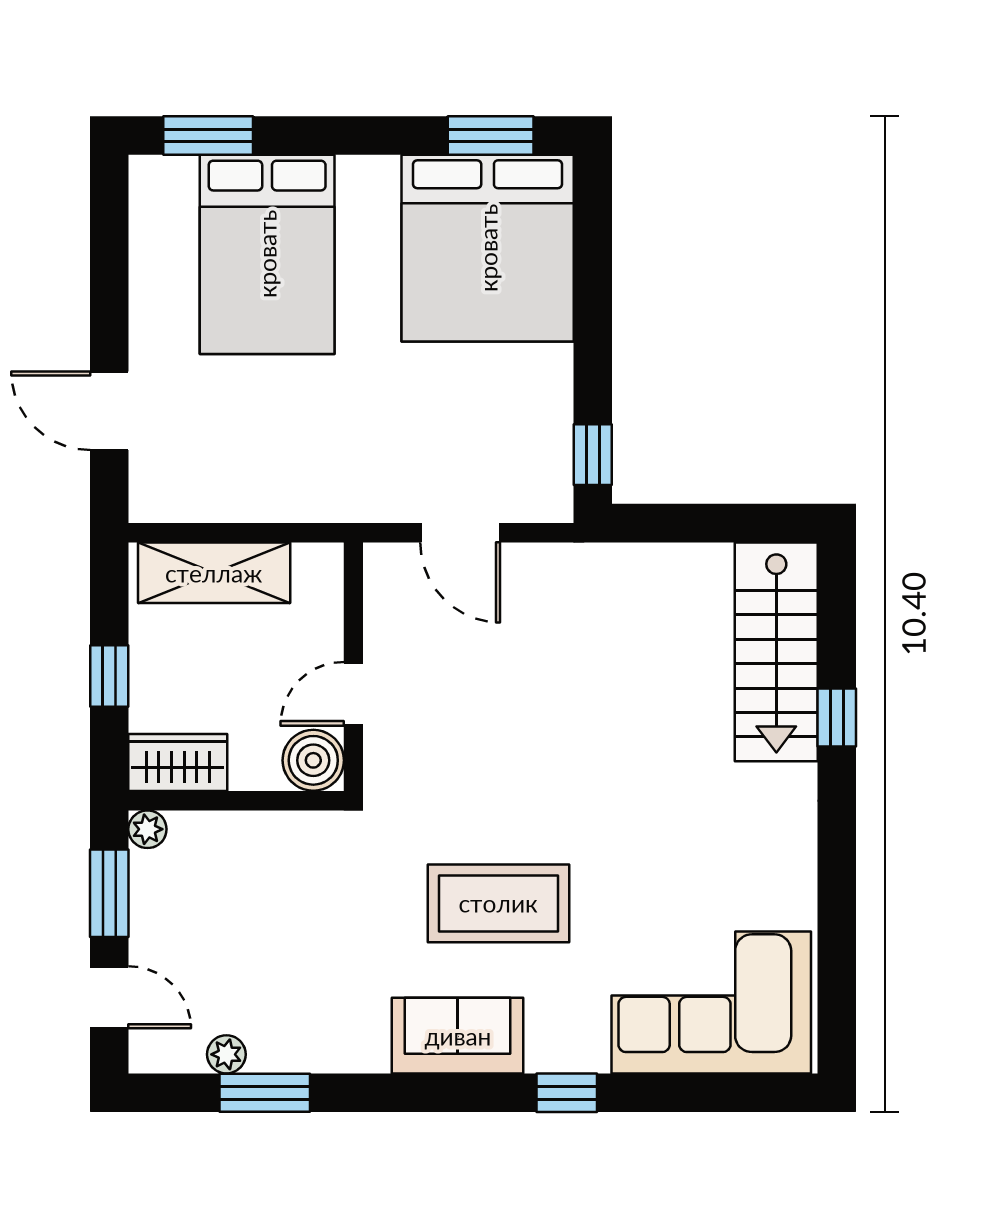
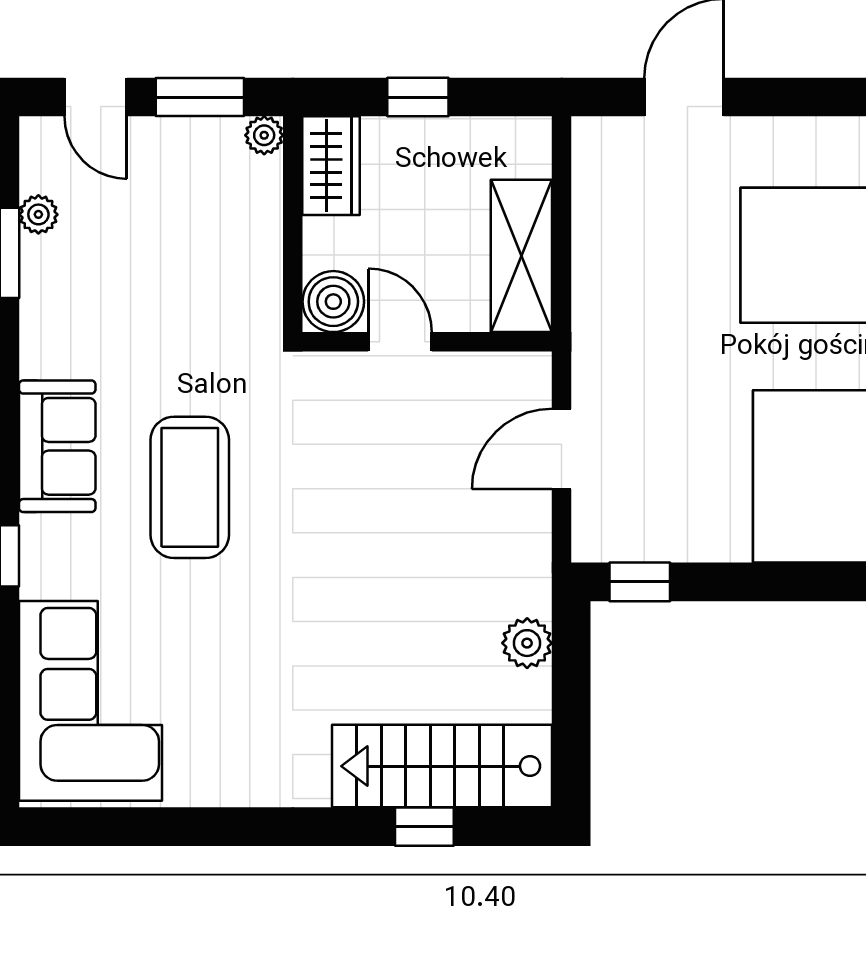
plant: (654, 567) -> (527, 643), added
shelving: (214, 573) -> (521, 256), moved
window: (837, 718) -> (424, 827), moved
door: (109, 997) -> (96, 97), hinge flipped

